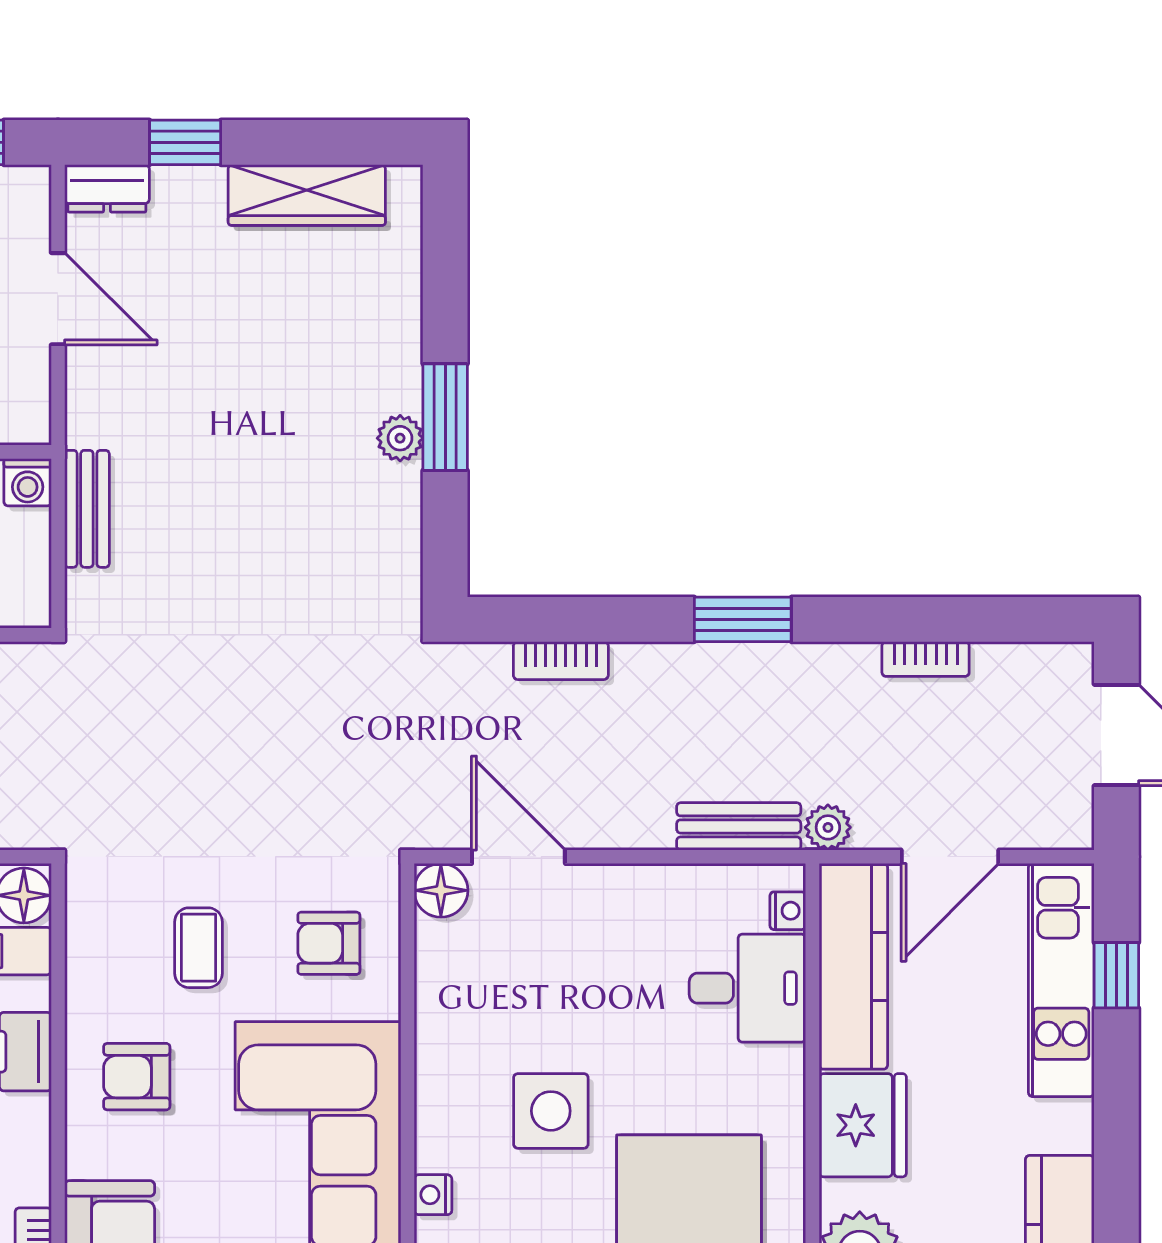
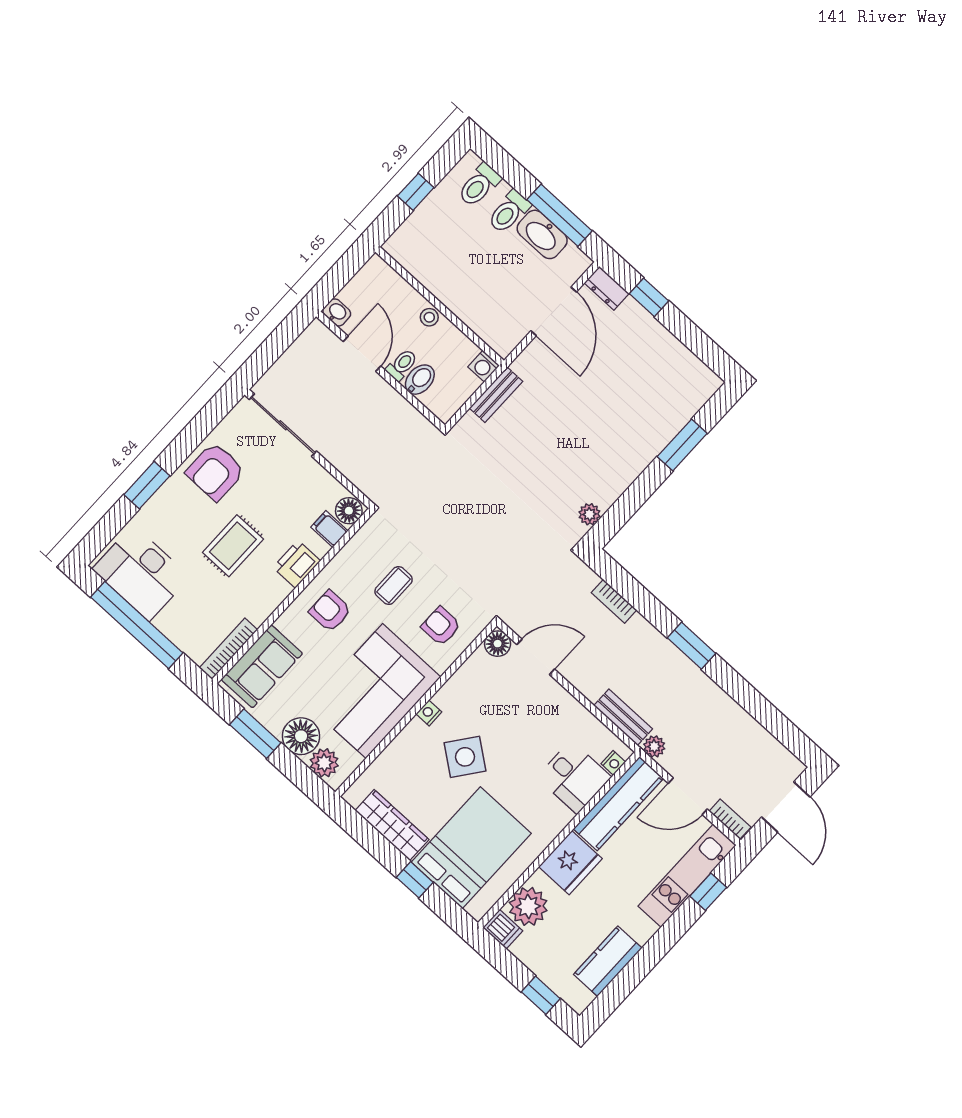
wardrobe: (307, 195) -> (675, 355), removed
door: (58, 299) -> (554, 311), width x1.36
window: (445, 417) -> (682, 445), moved
plant: (400, 438) -> (590, 514), moved
bookcase: (926, 659) -> (730, 819), moved, turned 180
door: (518, 857) -> (536, 657), hinge flipped
side table: (551, 1111) -> (465, 757), turned 37
nightstand: (433, 1195) -> (429, 713), moved

